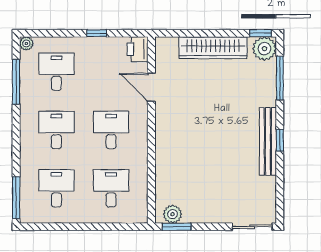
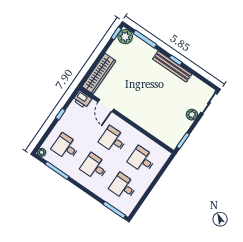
wardrobe: (213, 48) -> (99, 74), moved
door: (151, 87) -> (106, 106), hinge flipped
plant: (173, 214) -> (192, 115), moved

